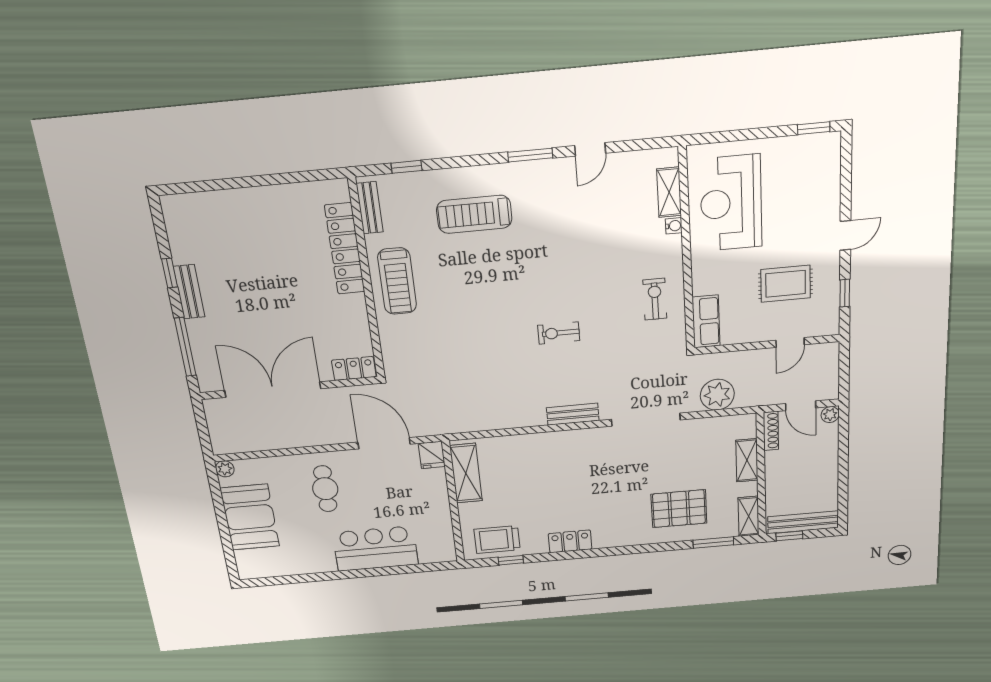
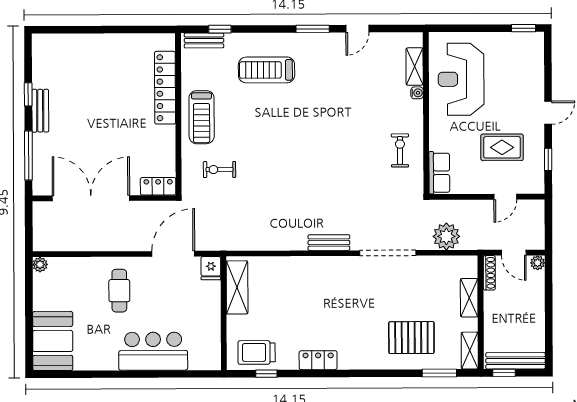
bench: (370, 208) -> (204, 40), moved, turned 90
exercise bike: (559, 333) -> (219, 170), moved
door: (384, 443) -> (173, 254), hinge flipped
booth: (250, 517) -> (53, 341), moved

